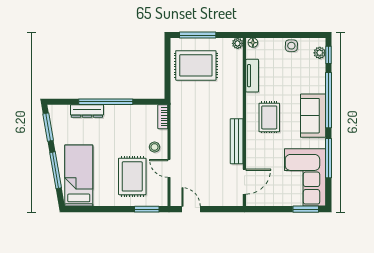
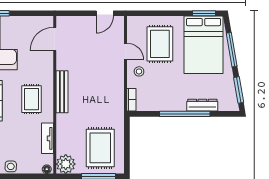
plant: (238, 43) -> (66, 164), width x1.88, depth x1.88
rug: (196, 65) -> (100, 148), turned 90
bench: (237, 141) -> (62, 92), moved
bed: (79, 176) -> (203, 45), width x1.50
window: (147, 209) -> (204, 13), moved
door: (191, 209) -> (105, 13), hinge flipped

